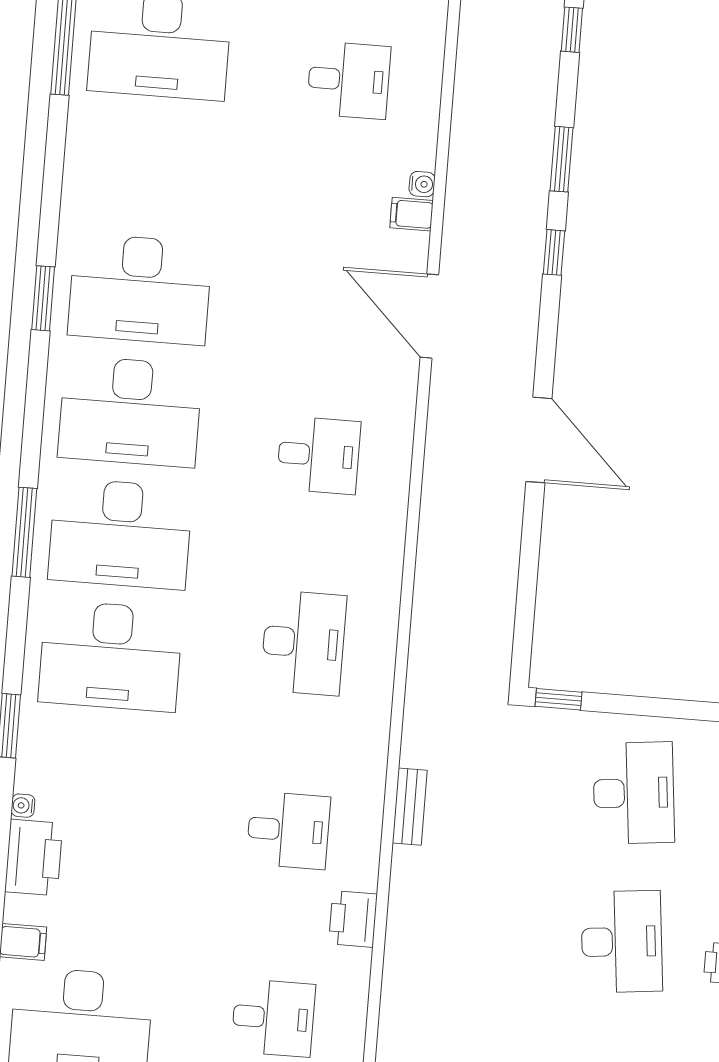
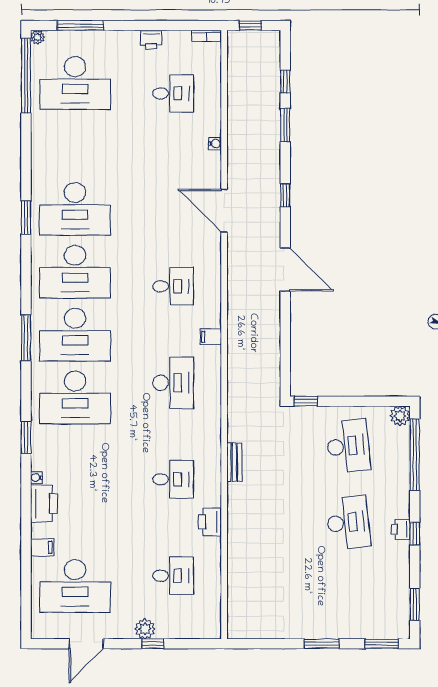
window: (572, 30) -> (285, 82), moved
filing cabinet: (412, 214) -> (211, 337), moved
window: (554, 252) -> (285, 195), moved

